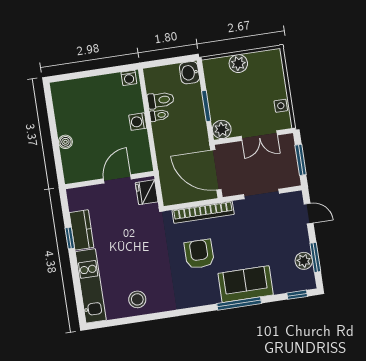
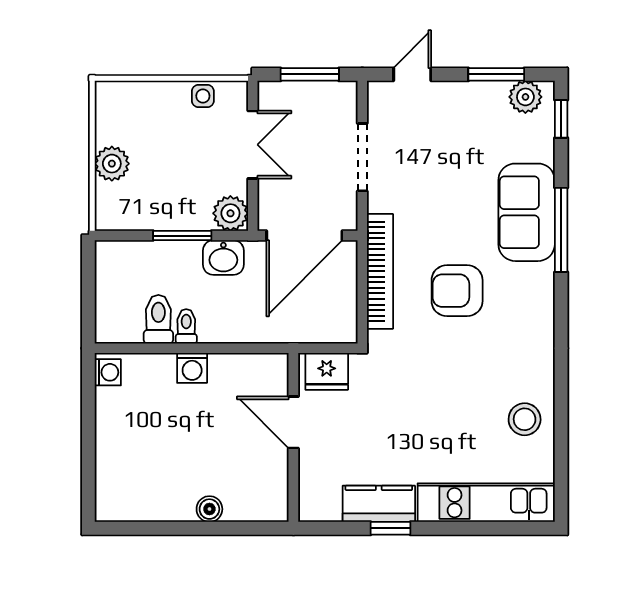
washbasin: (189, 73) -> (223, 258), moved
plant: (304, 261) -> (525, 97), moved

